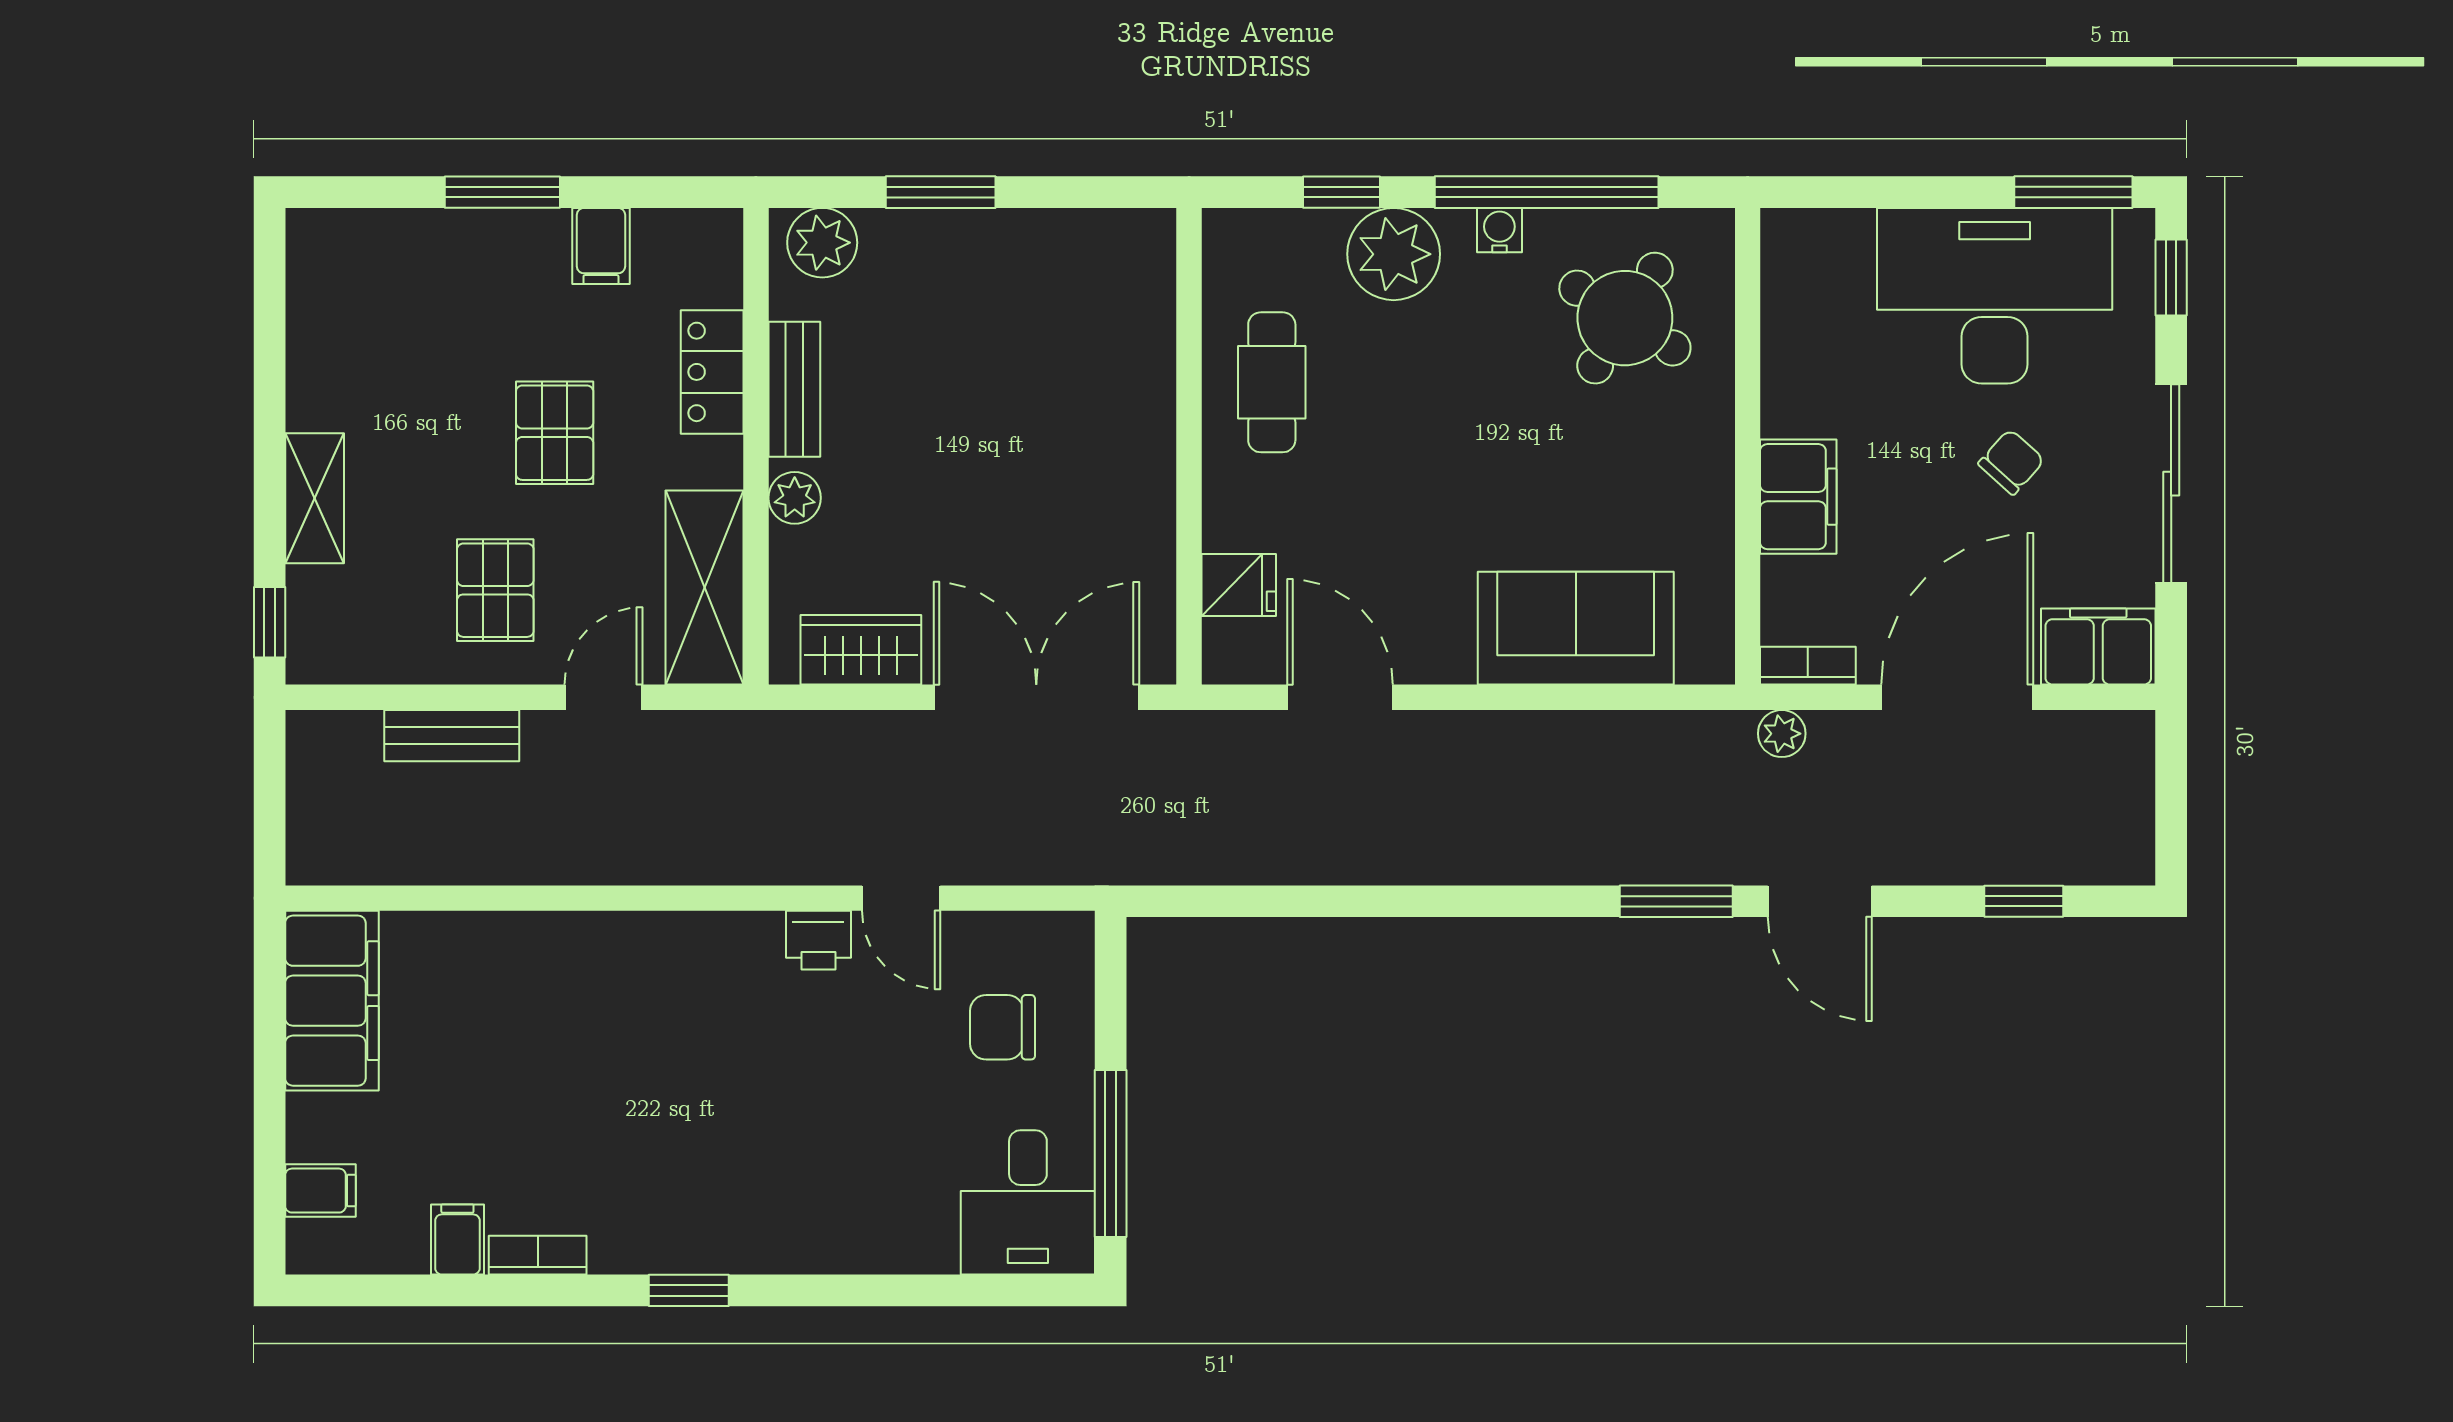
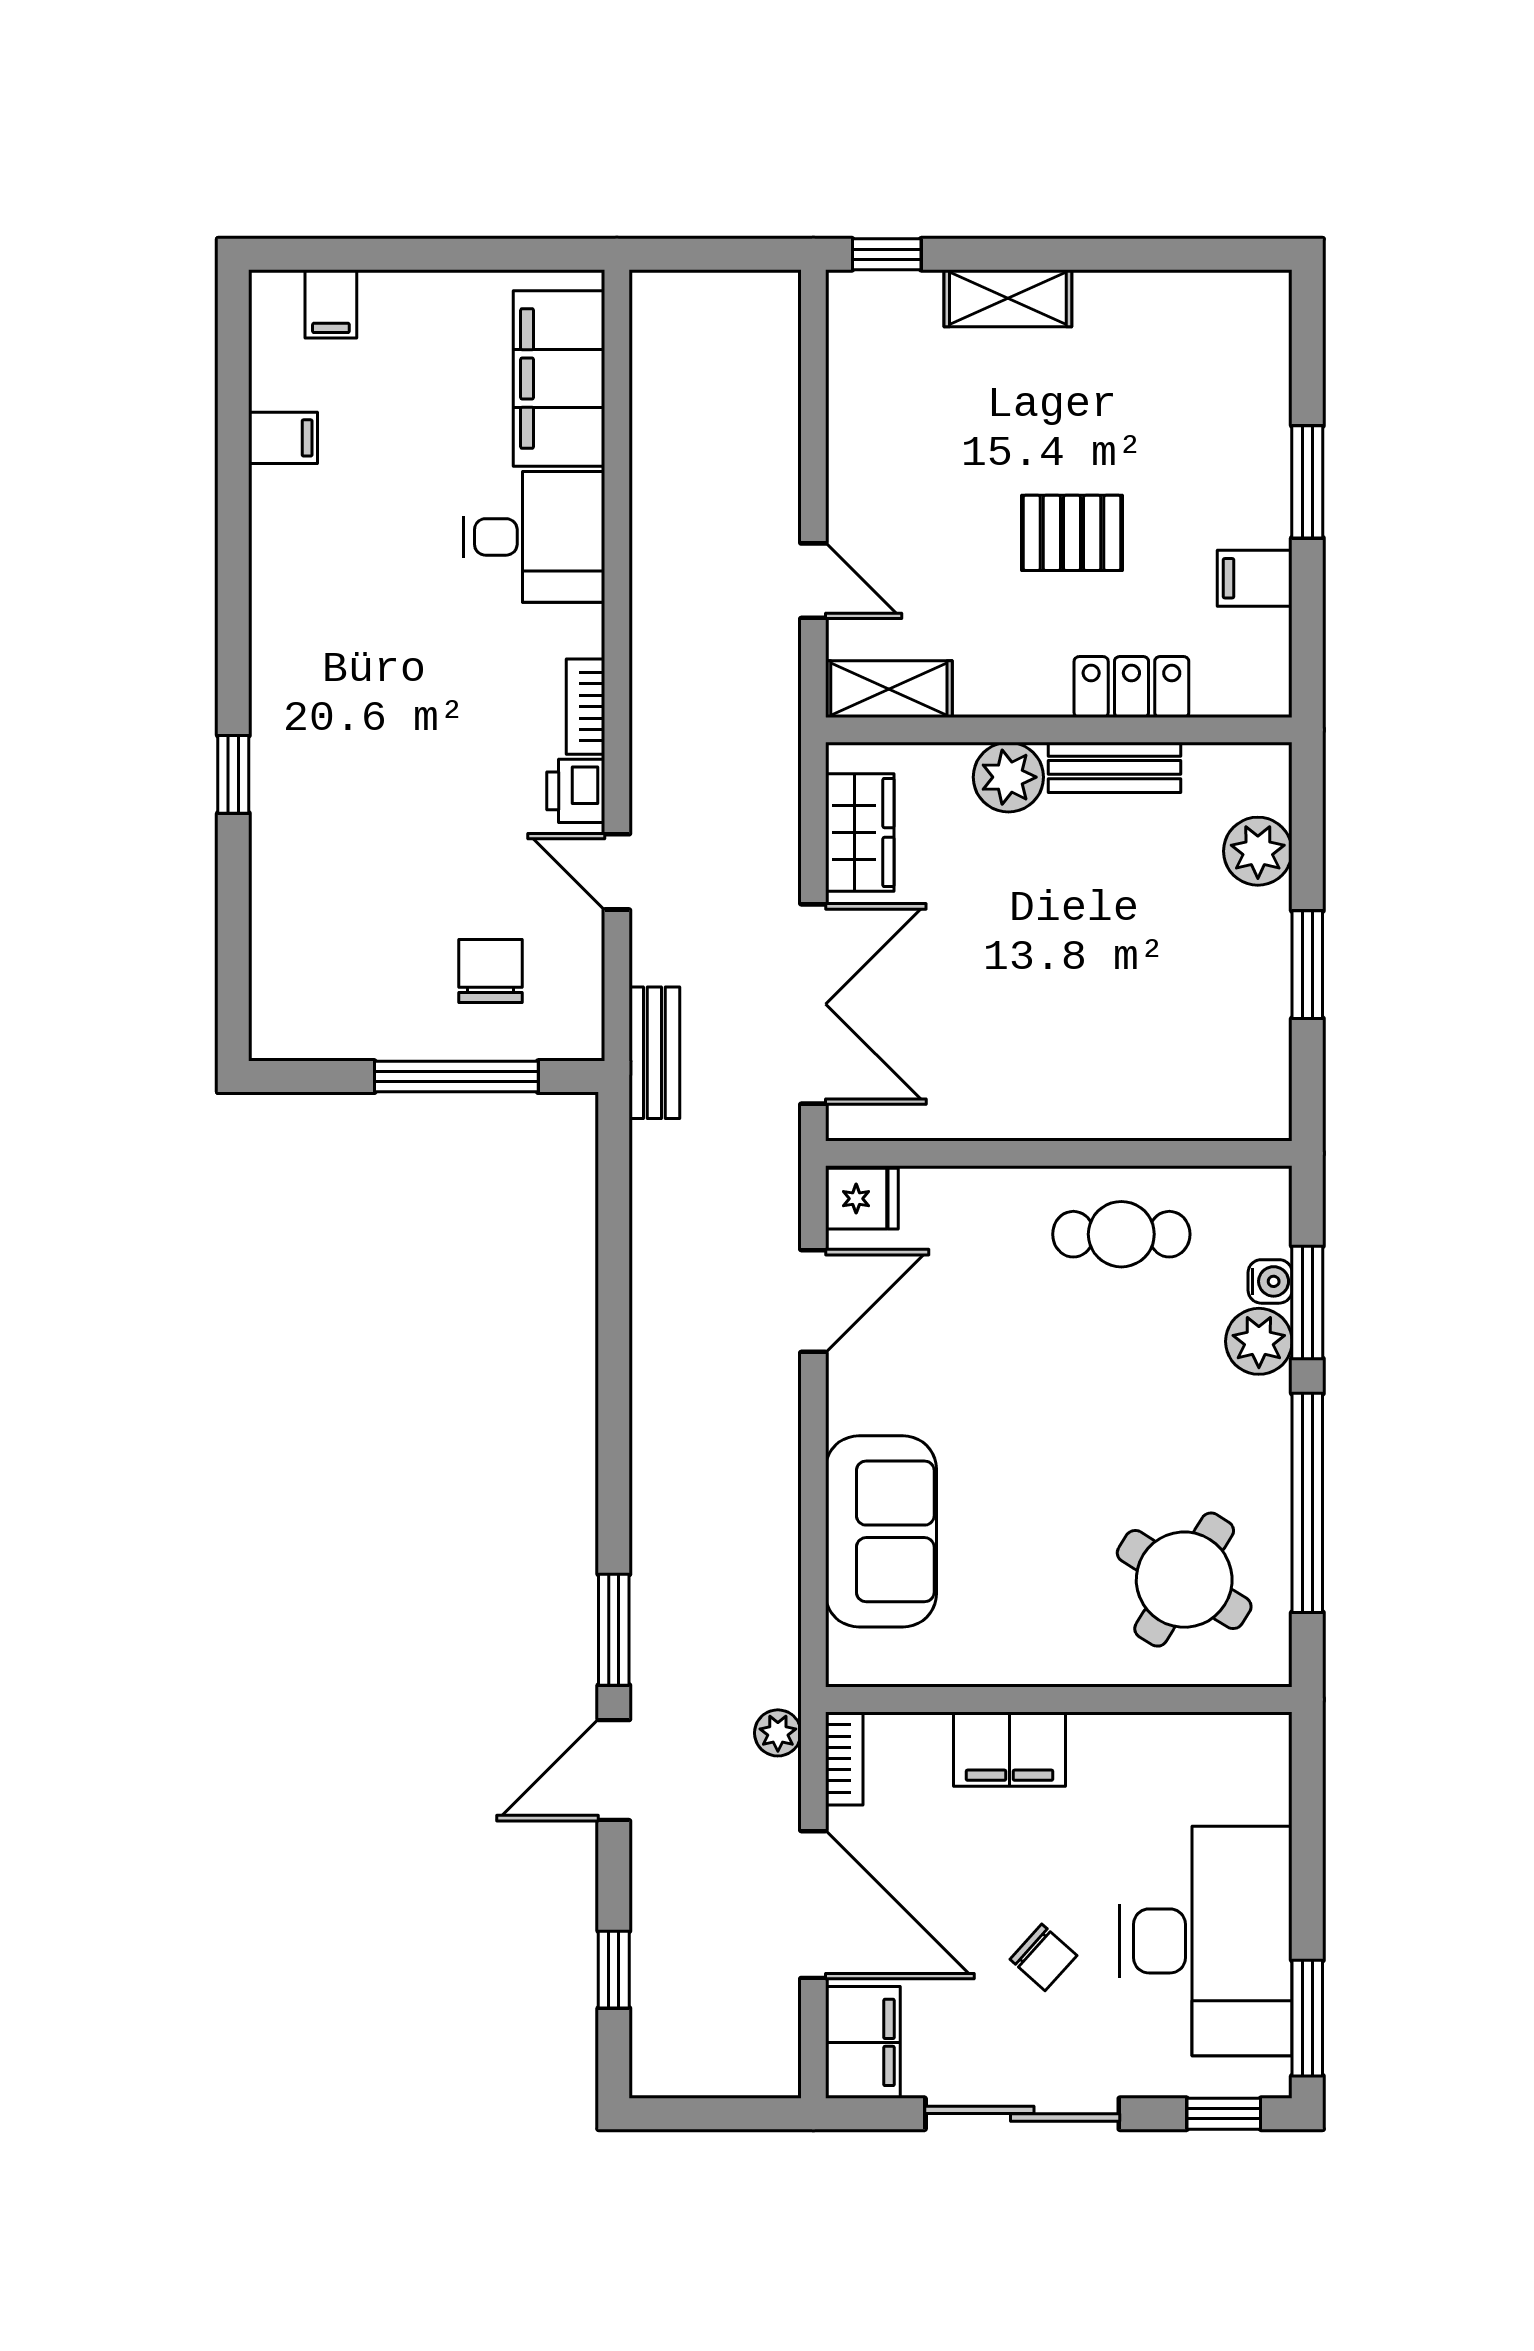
window: (941, 192) -> (1307, 965), moved
window: (1342, 192) -> (1307, 1302), width x1.50
water cooler: (1499, 230) -> (1270, 1281), moved
plant: (822, 243) -> (1258, 851), moved
plant: (1394, 254) -> (1259, 1341), width x0.73, depth x0.73
plant: (795, 498) -> (1008, 777), width x1.38, depth x1.38
fridge: (1239, 585) -> (862, 1199), moved, turned -90
shelving: (705, 588) -> (889, 689), width x0.67, depth x0.75
pallet: (495, 590) -> (918, 475), removed
bench: (452, 736) -> (654, 1053), moved
door: (901, 898) -> (617, 872), hinge flipped
filing cabinet: (332, 1001) -> (559, 379), moved, turned 90
window: (1111, 1154) -> (456, 1077), moved
desk: (1028, 1202) -> (534, 537), moved, turned 180
bookcase: (538, 1255) -> (586, 707), moved, turned 180
window: (689, 1290) -> (233, 774), moved

